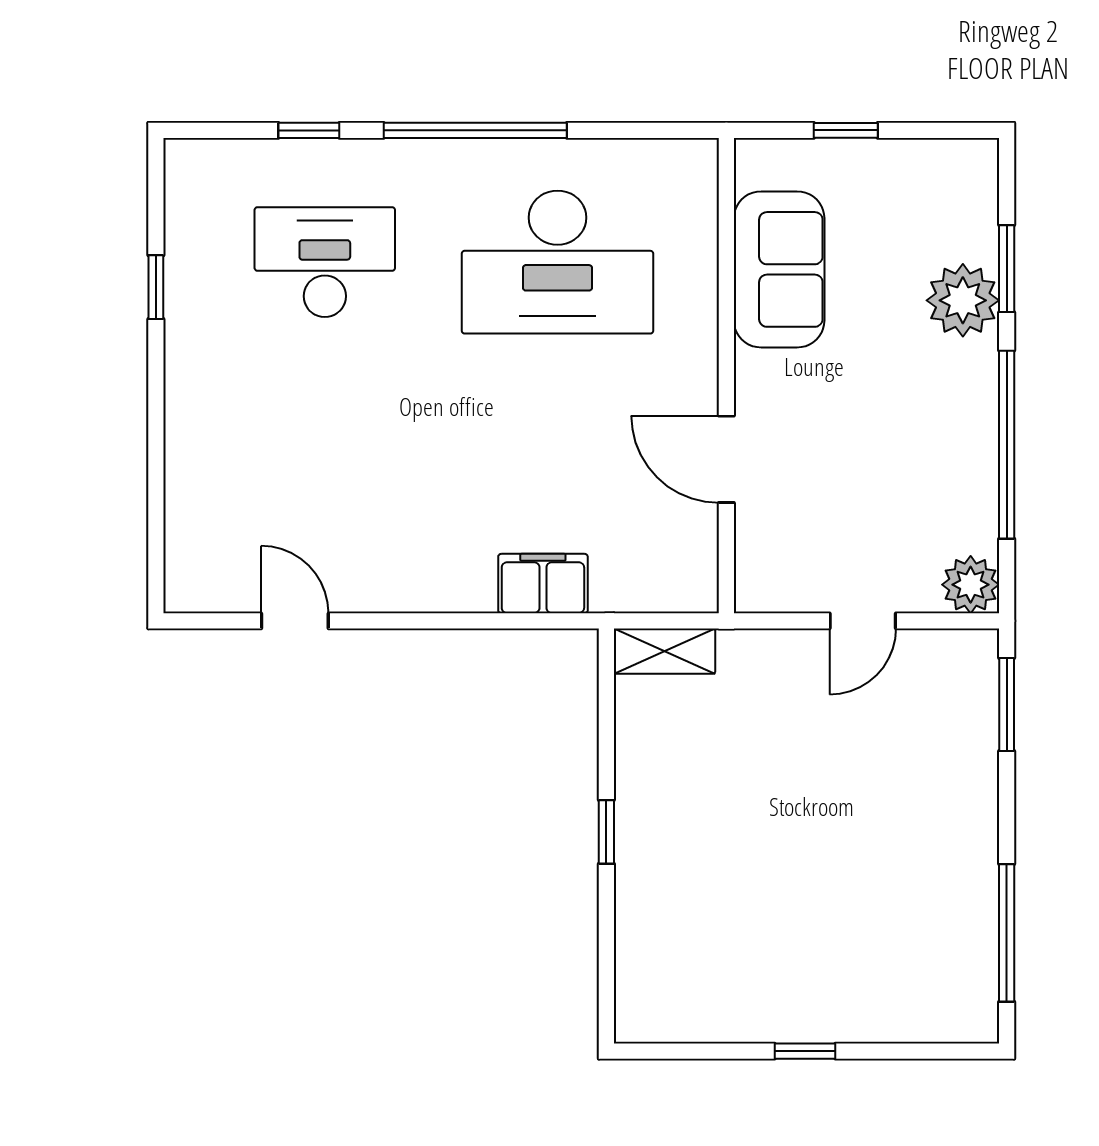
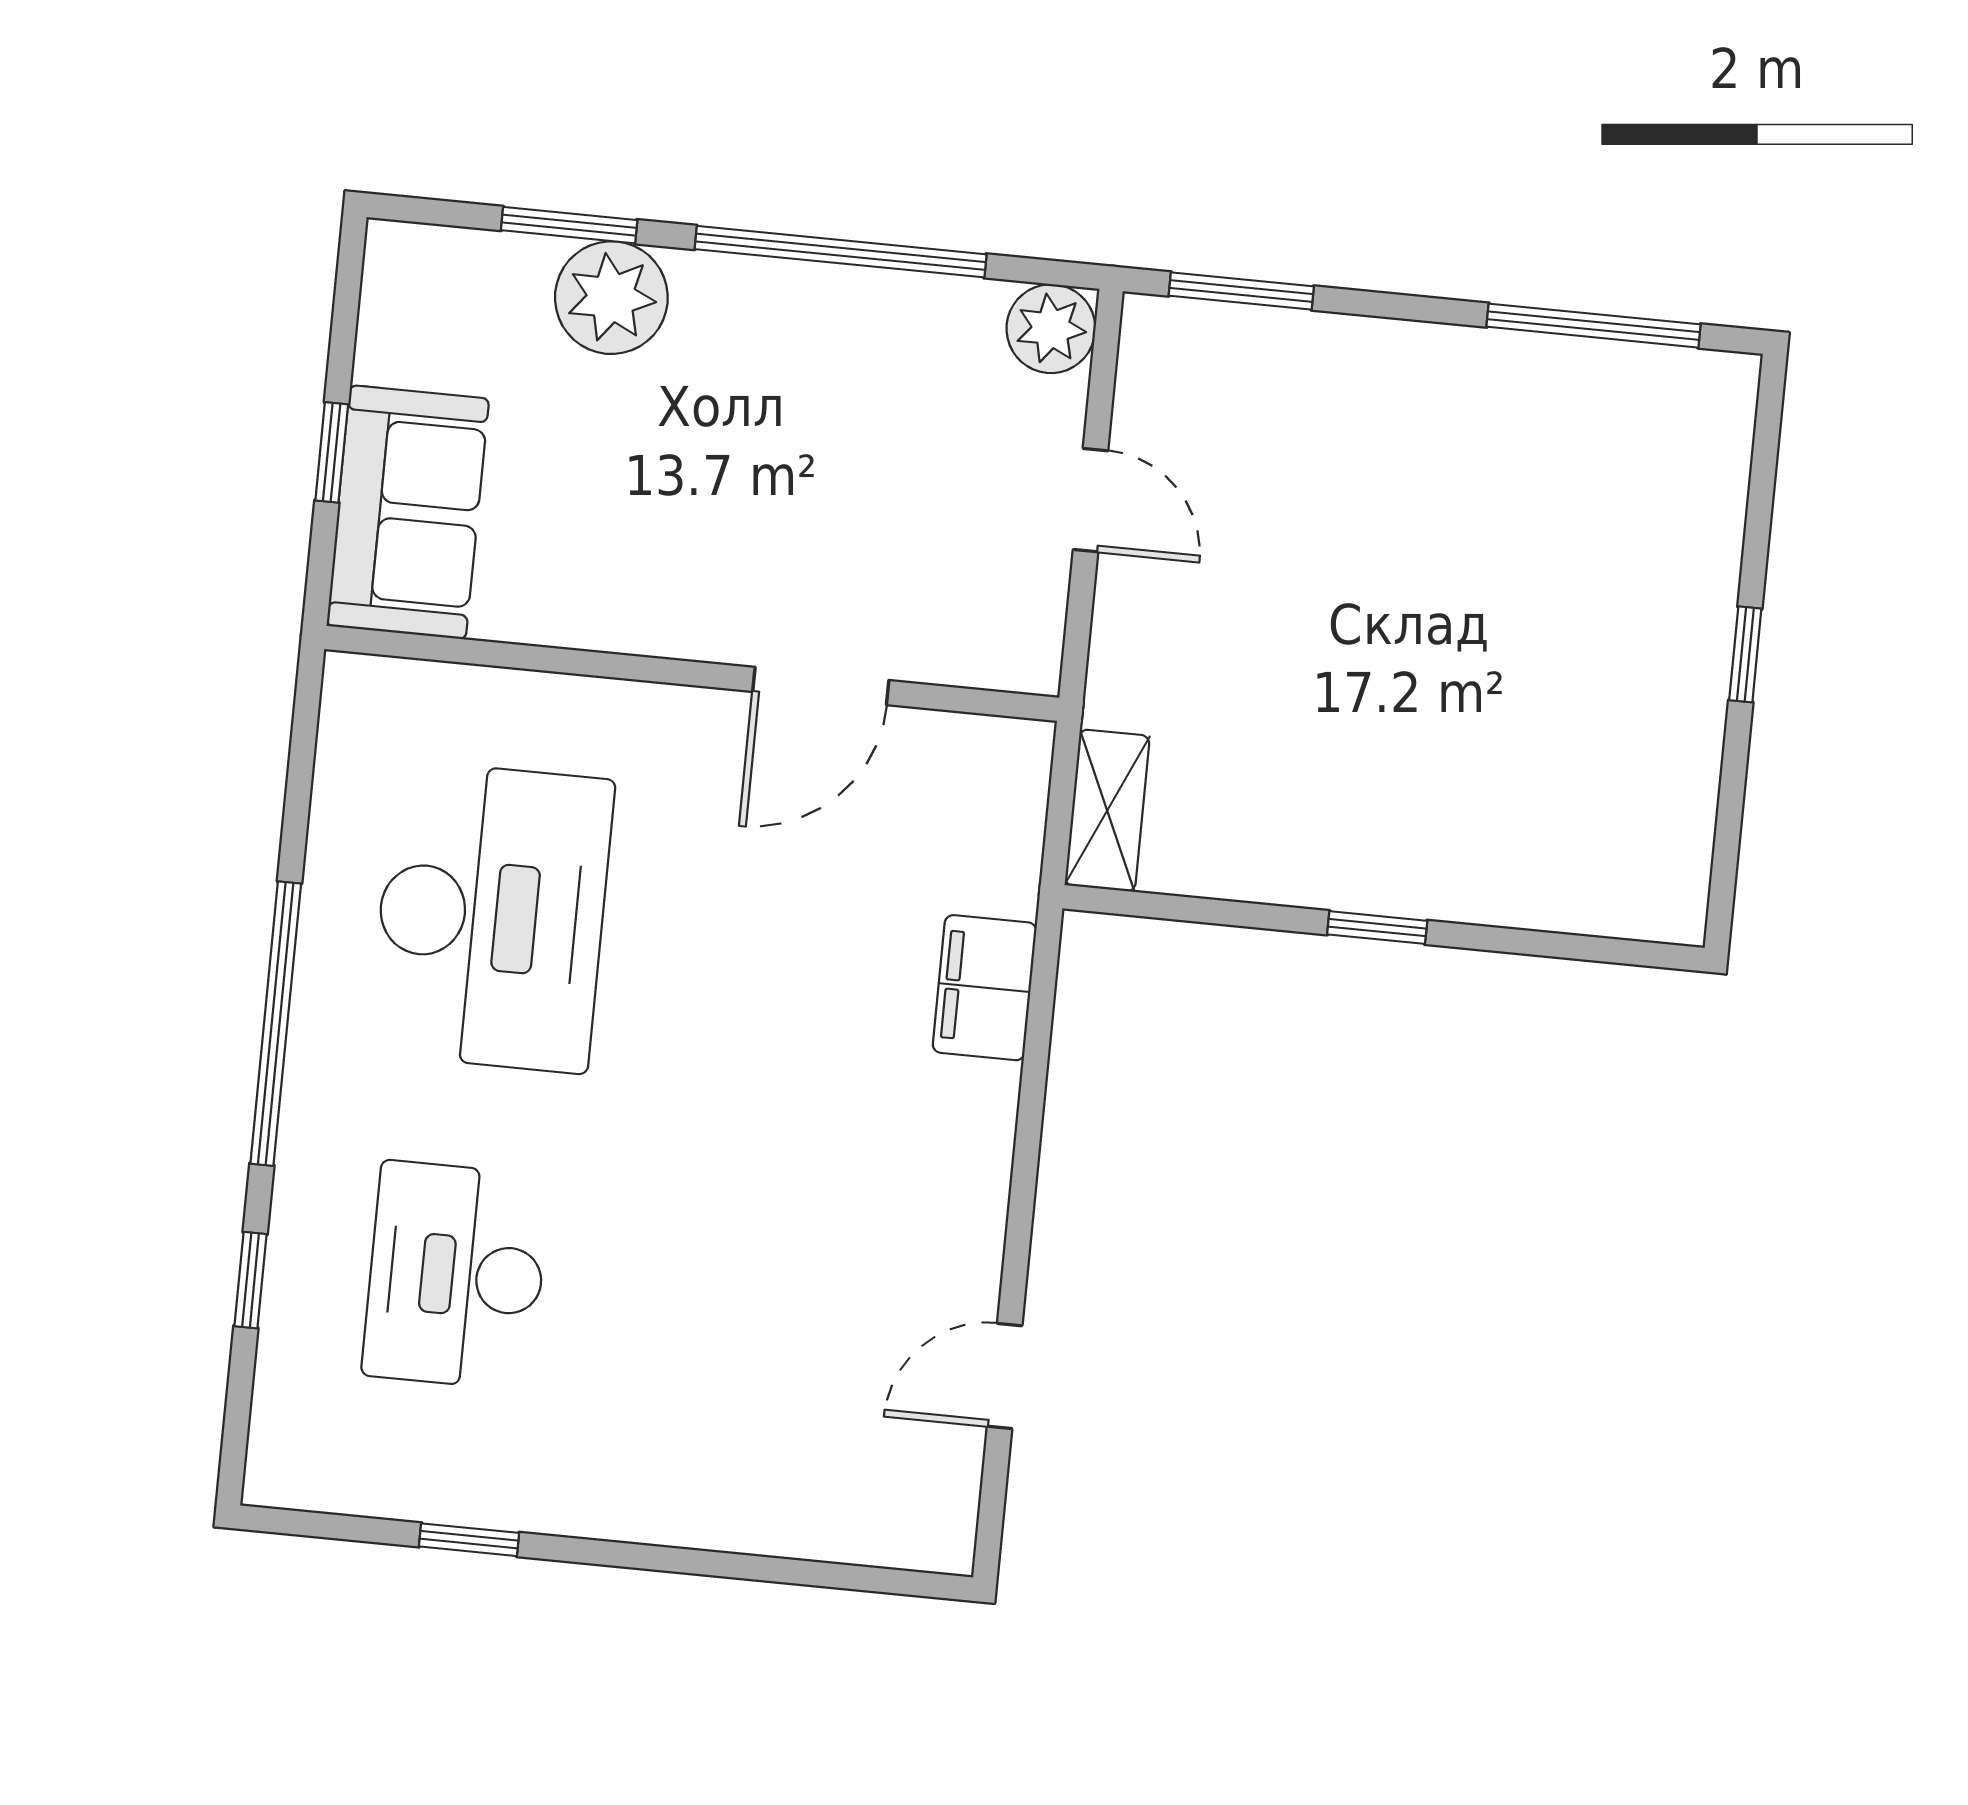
sofa: (779, 269) -> (408, 512), moved, turned 90

